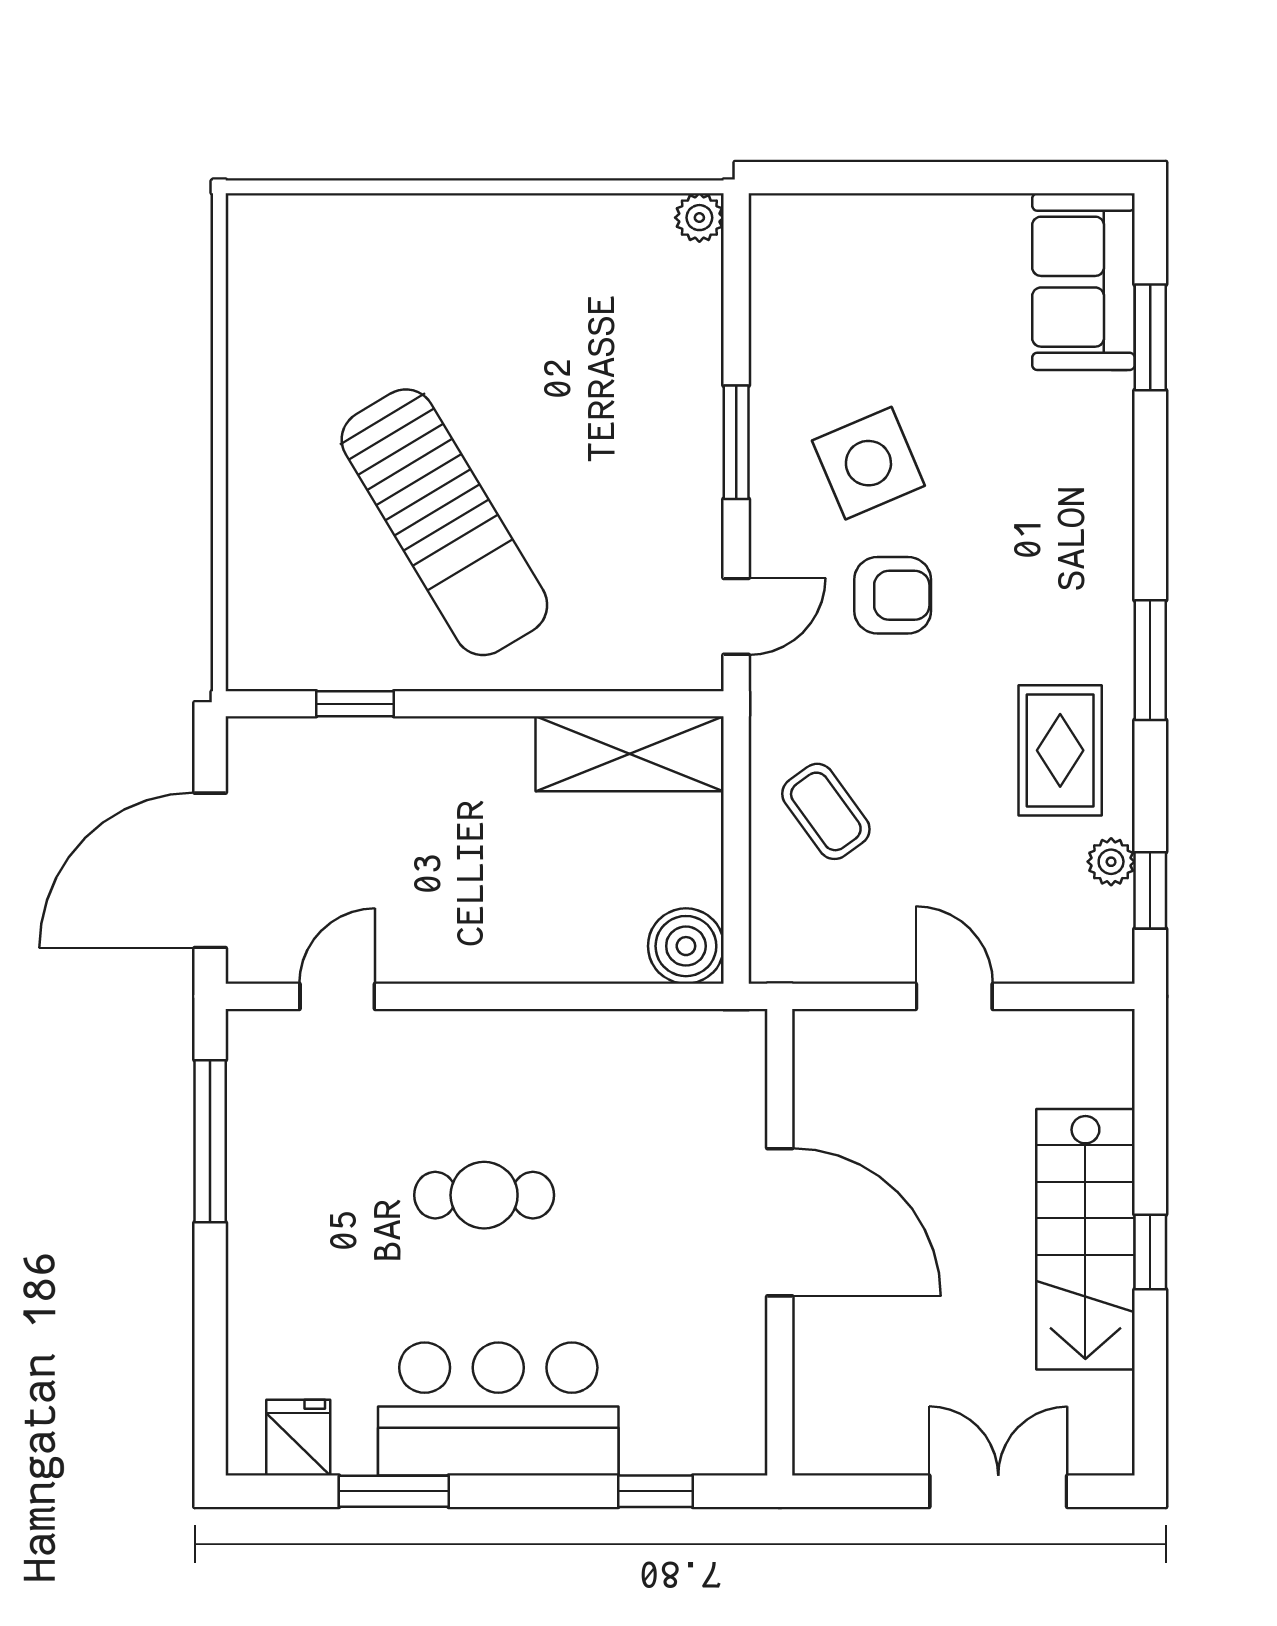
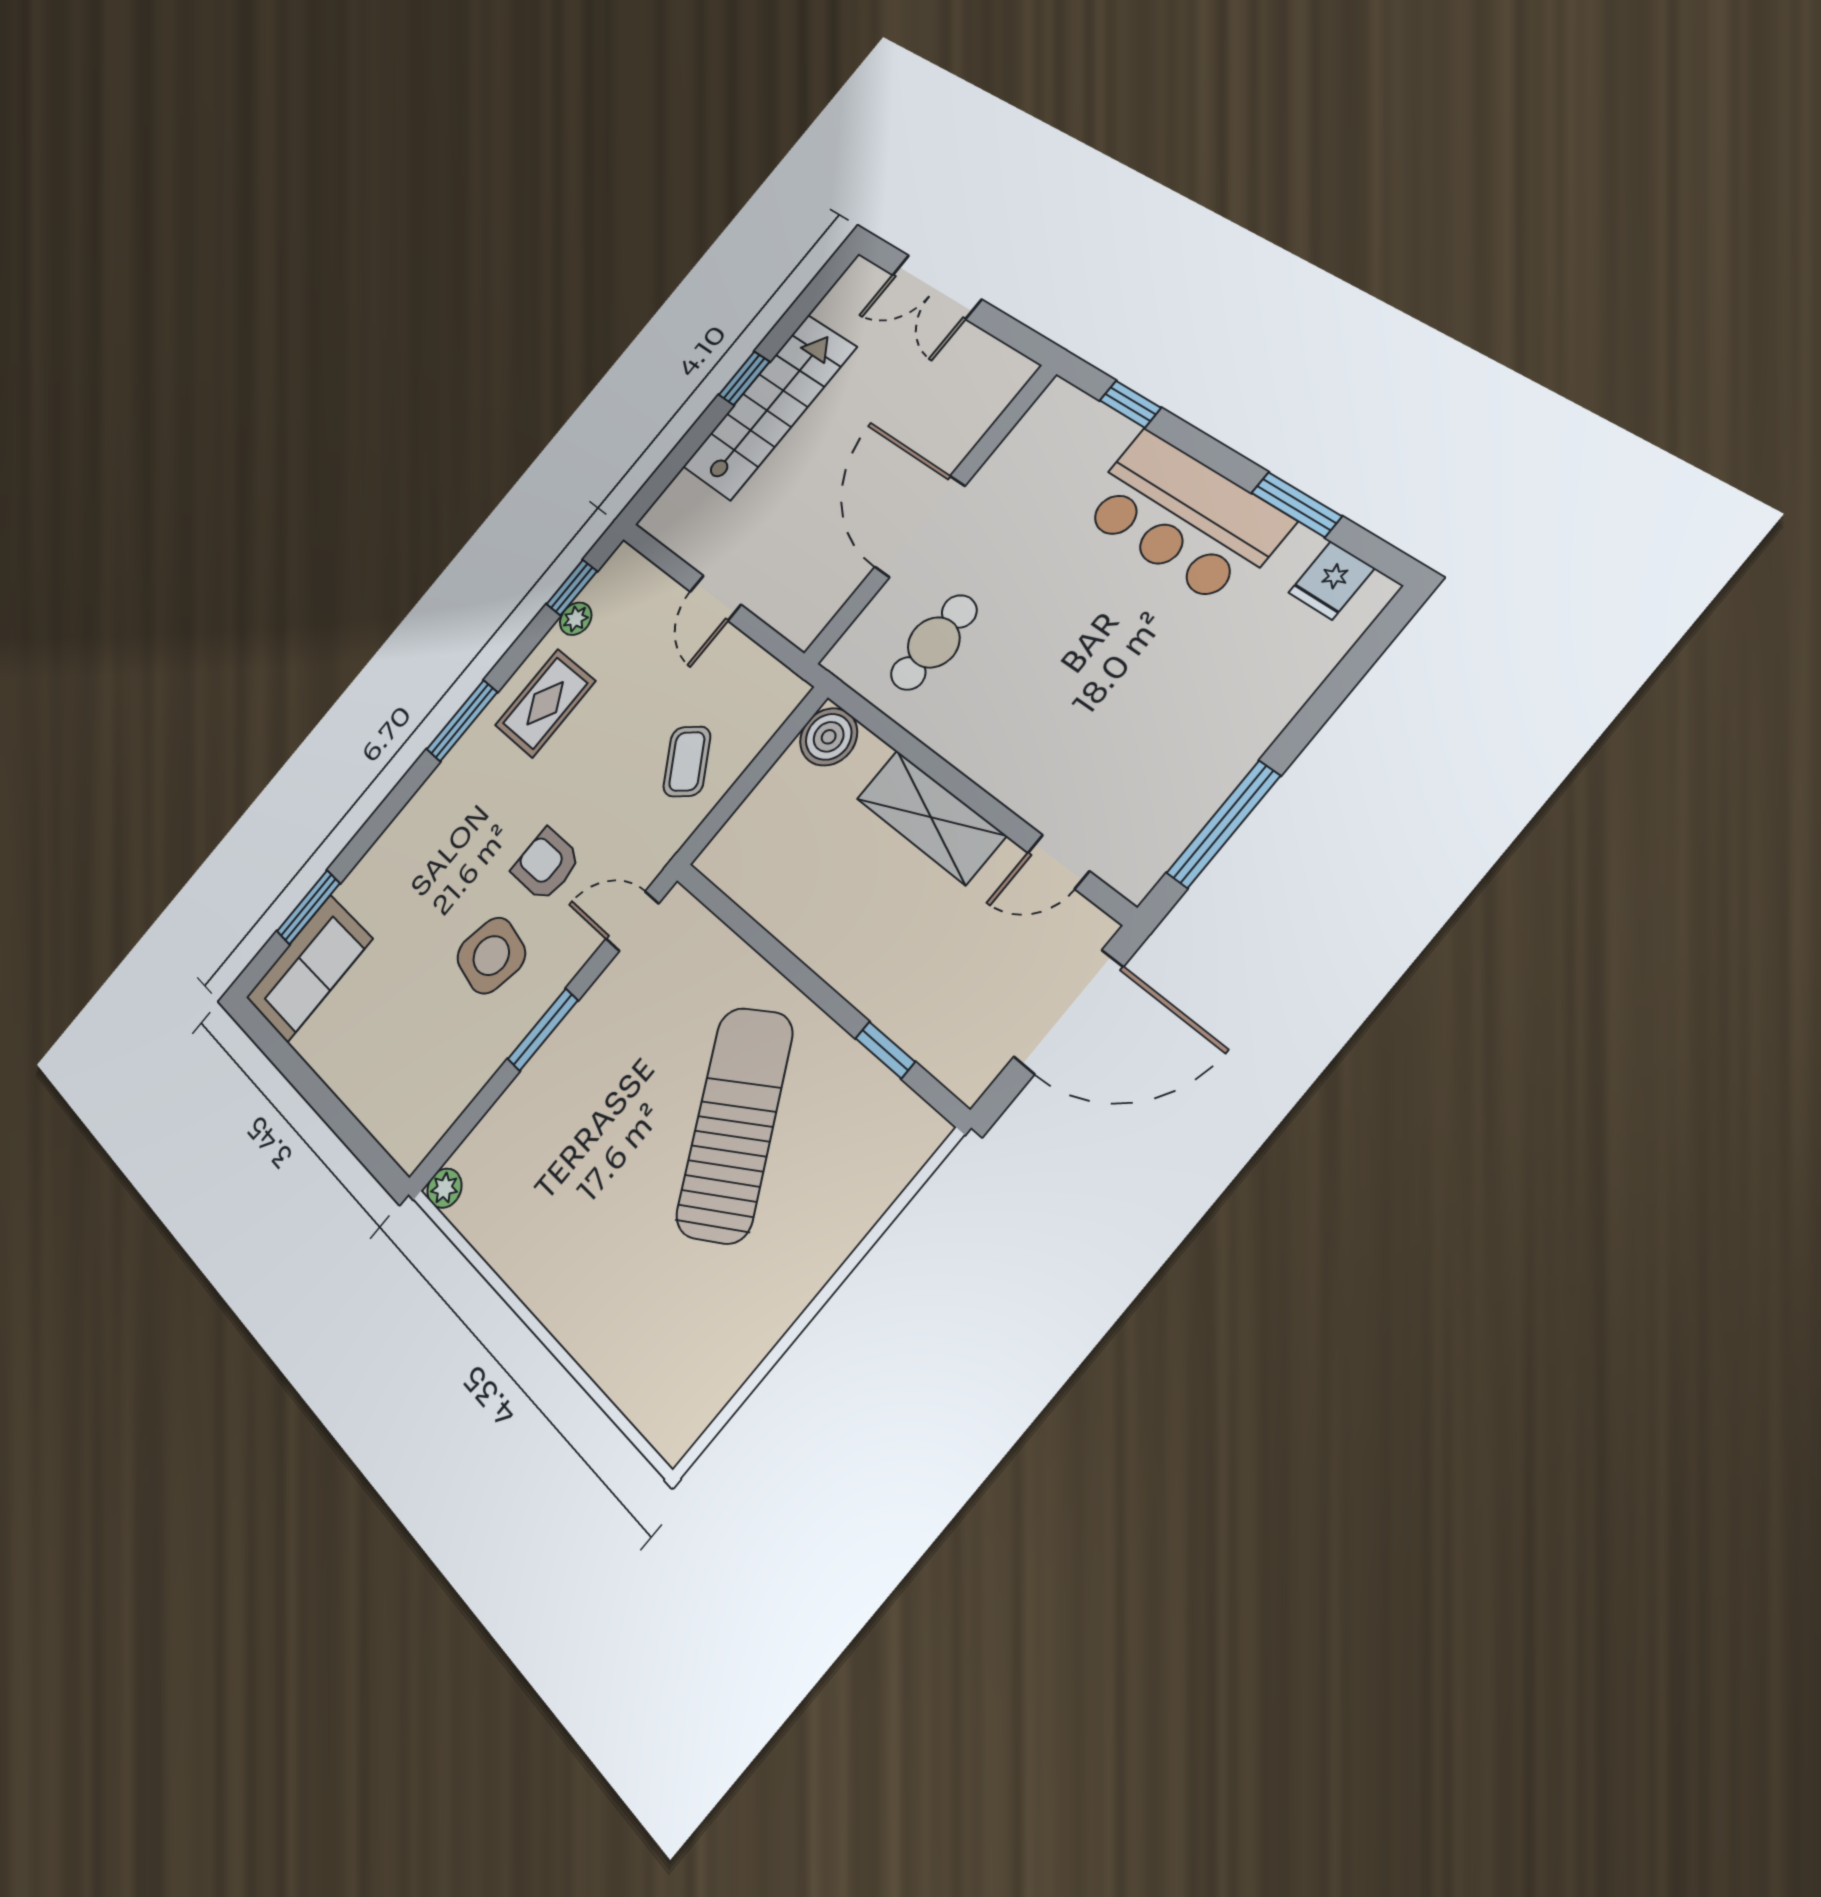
side table: (868, 463) -> (491, 955), turned 35
shelving: (630, 754) -> (931, 817), moved
cafe table: (484, 1195) -> (934, 642), moved, turned 90

